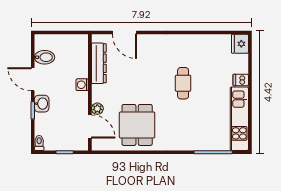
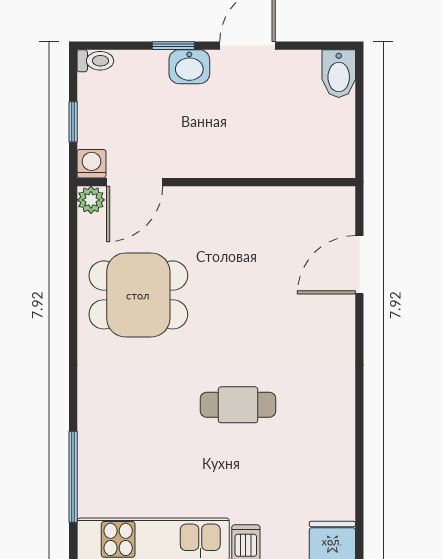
bidet: (45, 57) -> (339, 74), moved
dresser: (99, 63) -> (286, 203), removed
washing machine: (82, 85) -> (91, 164), moved
plant: (97, 109) -> (91, 200), moved

